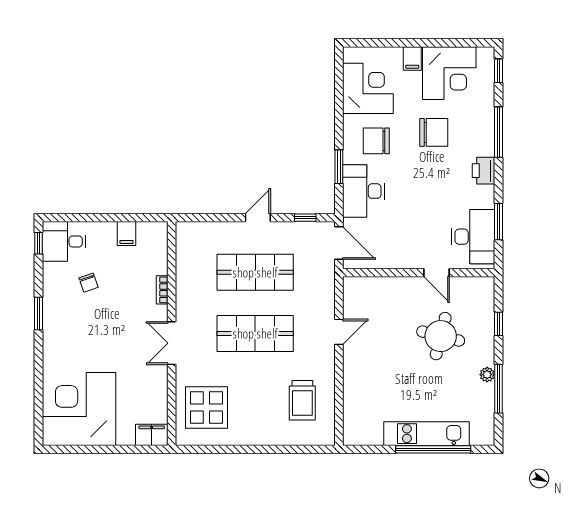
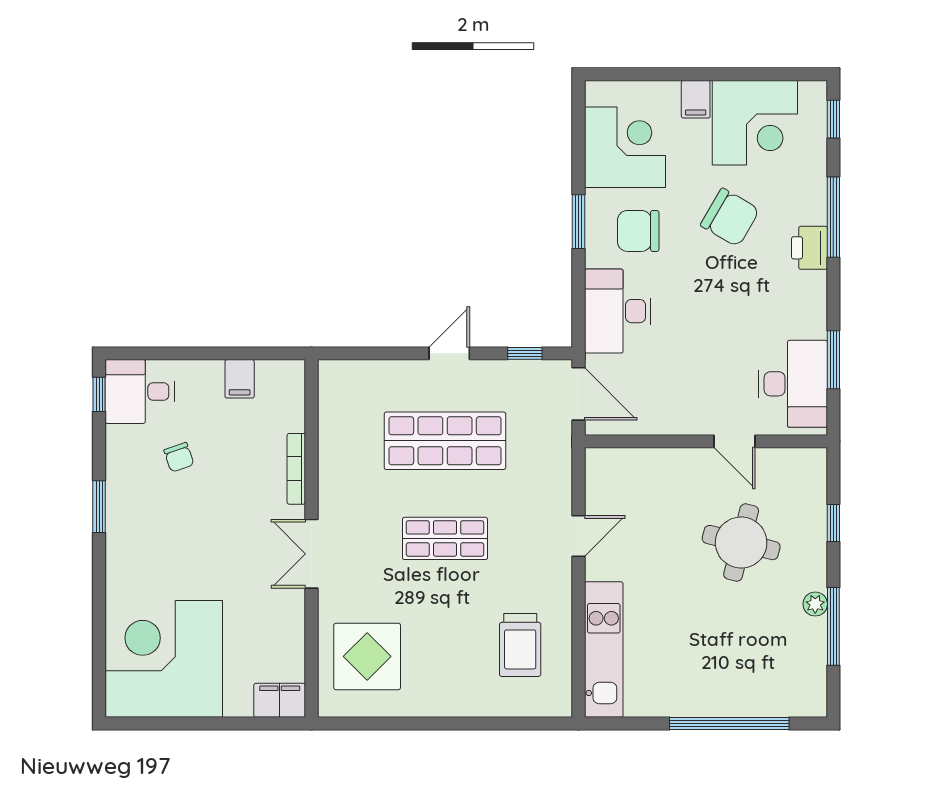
chair: (434, 132) -> (730, 217), turned 30
window: (339, 167) -> (579, 222), moved
printer: (483, 171) -> (809, 248), moved
bookcase: (162, 290) -> (296, 469), width x1.56
shop shelf: (255, 333) -> (445, 538), width x0.70, depth x0.74
kitchen unit: (427, 434) -> (604, 650), moved, turned 90

